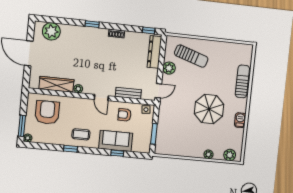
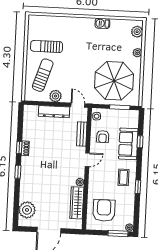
window: (149, 30) -> (19, 148), moved
dresser: (154, 52) -> (54, 112), moved
sun lounger: (242, 81) -> (47, 46), moved
parasol: (209, 109) -> (114, 81), moved, width x1.36, depth x1.36
armchair: (47, 112) -> (104, 210), turned 90

